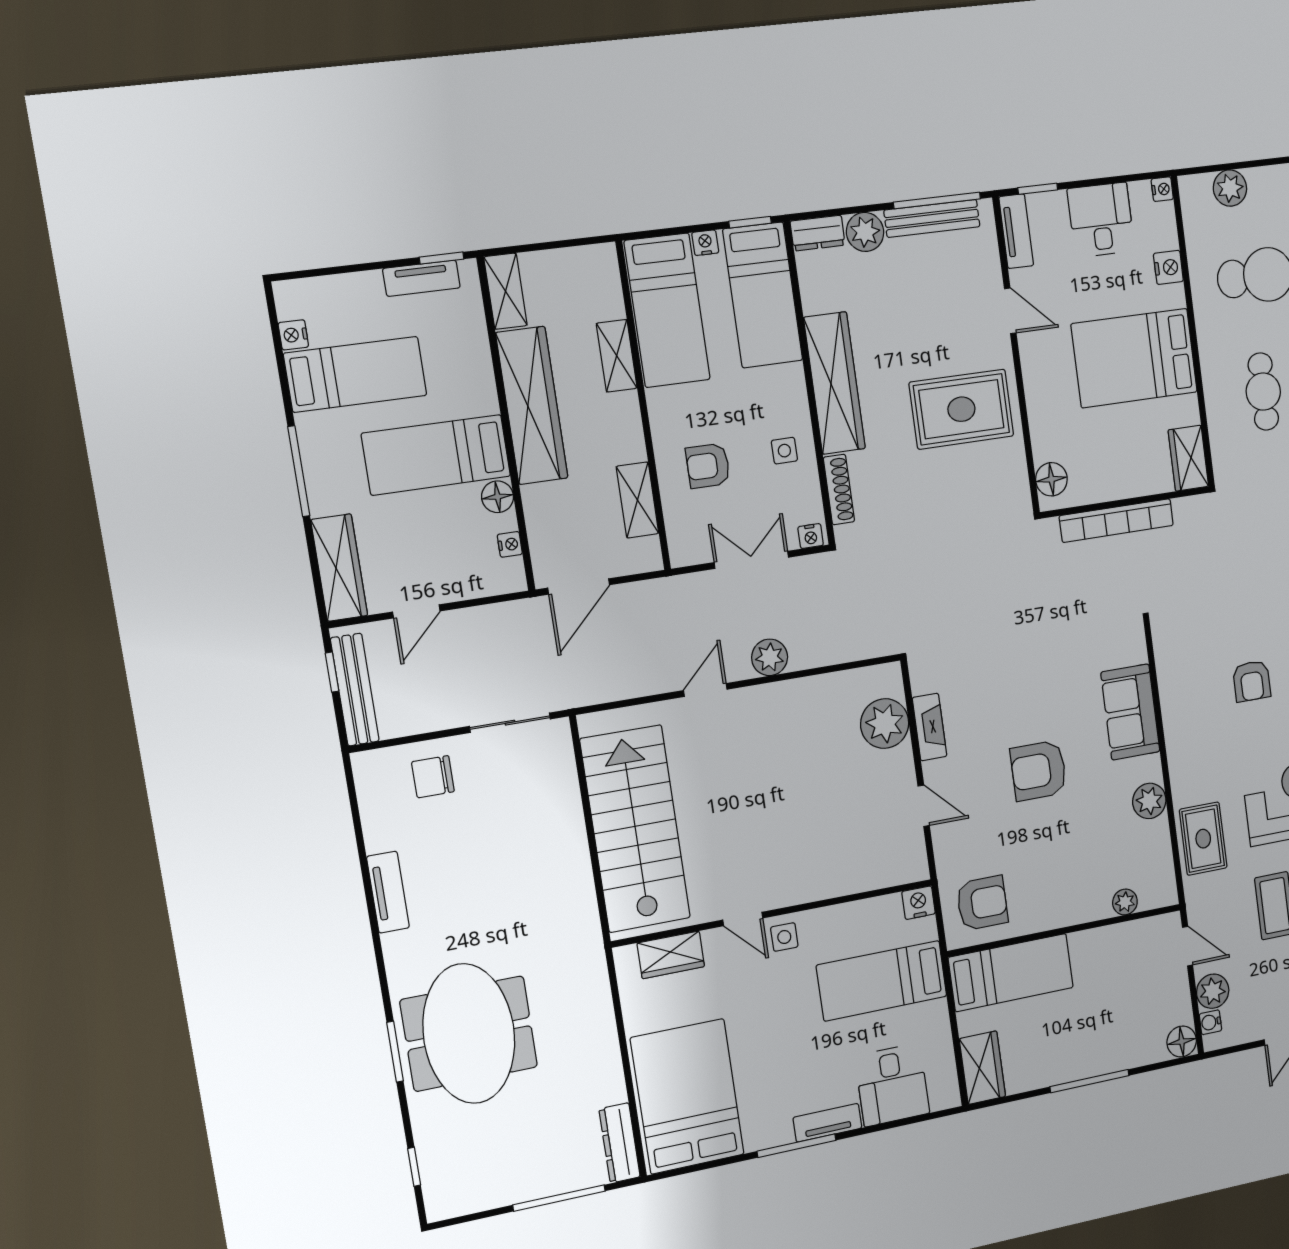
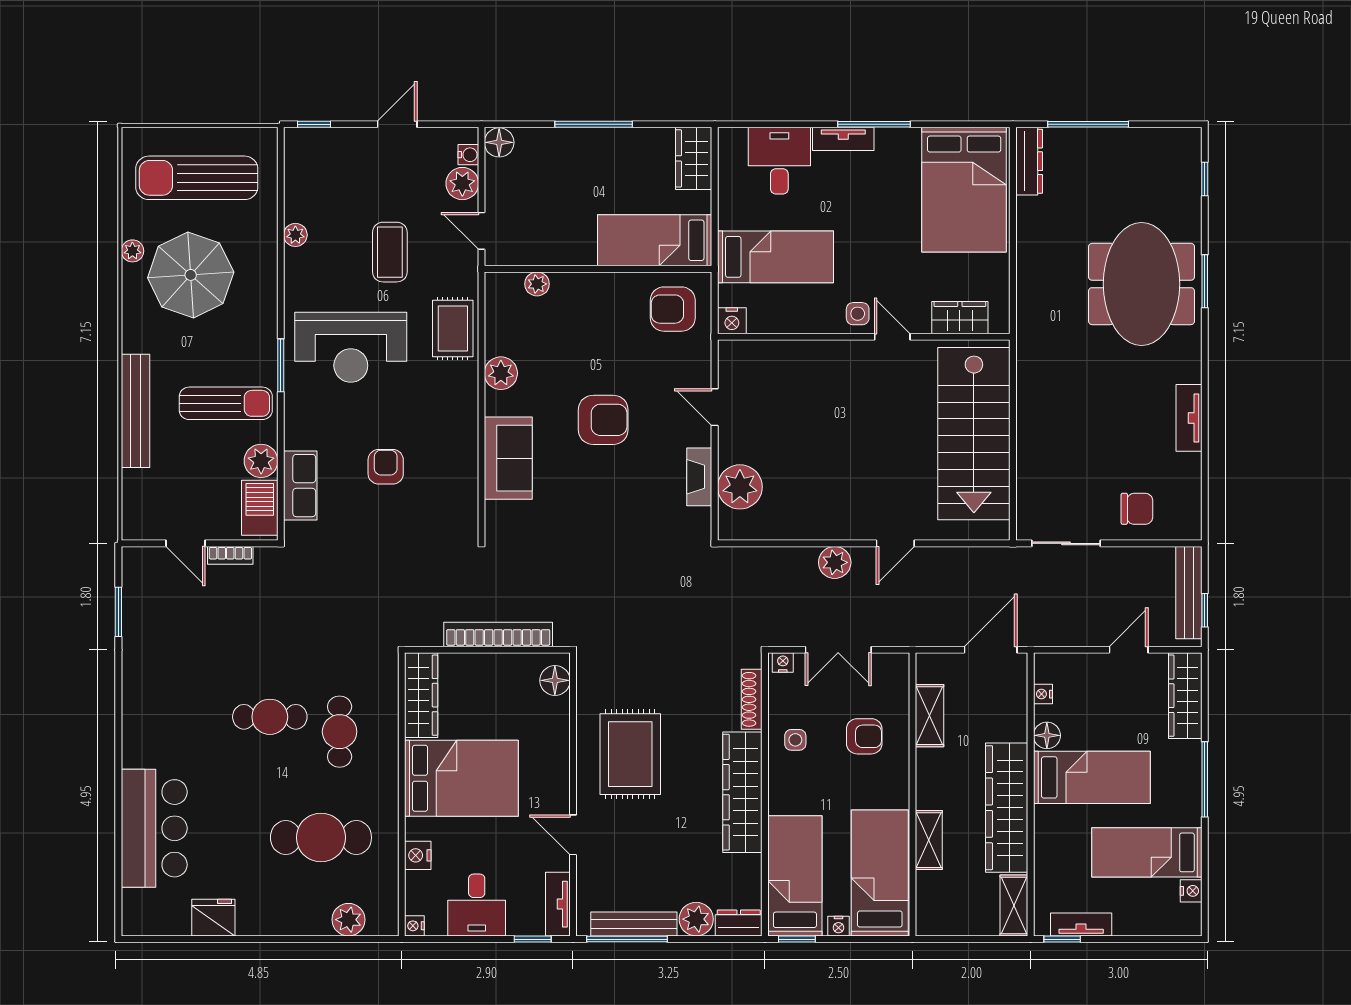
rug: (961, 409) -> (630, 754), turned 90
wardrobe: (1188, 458) -> (421, 695), width x1.50

